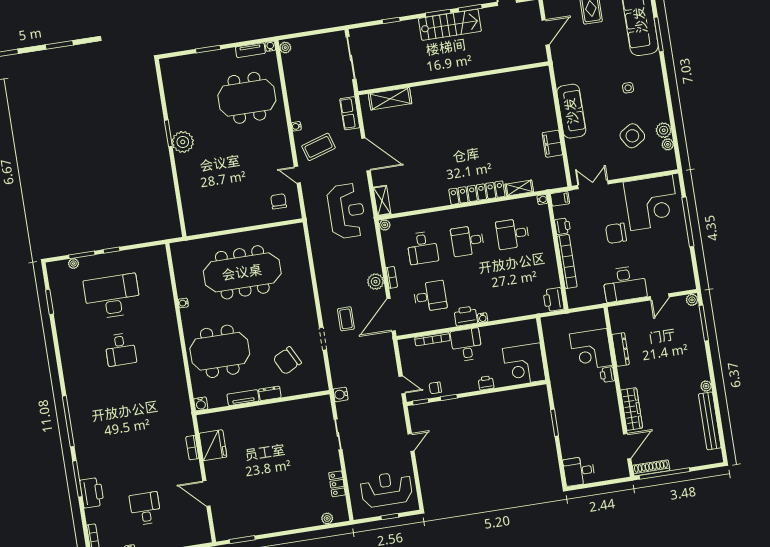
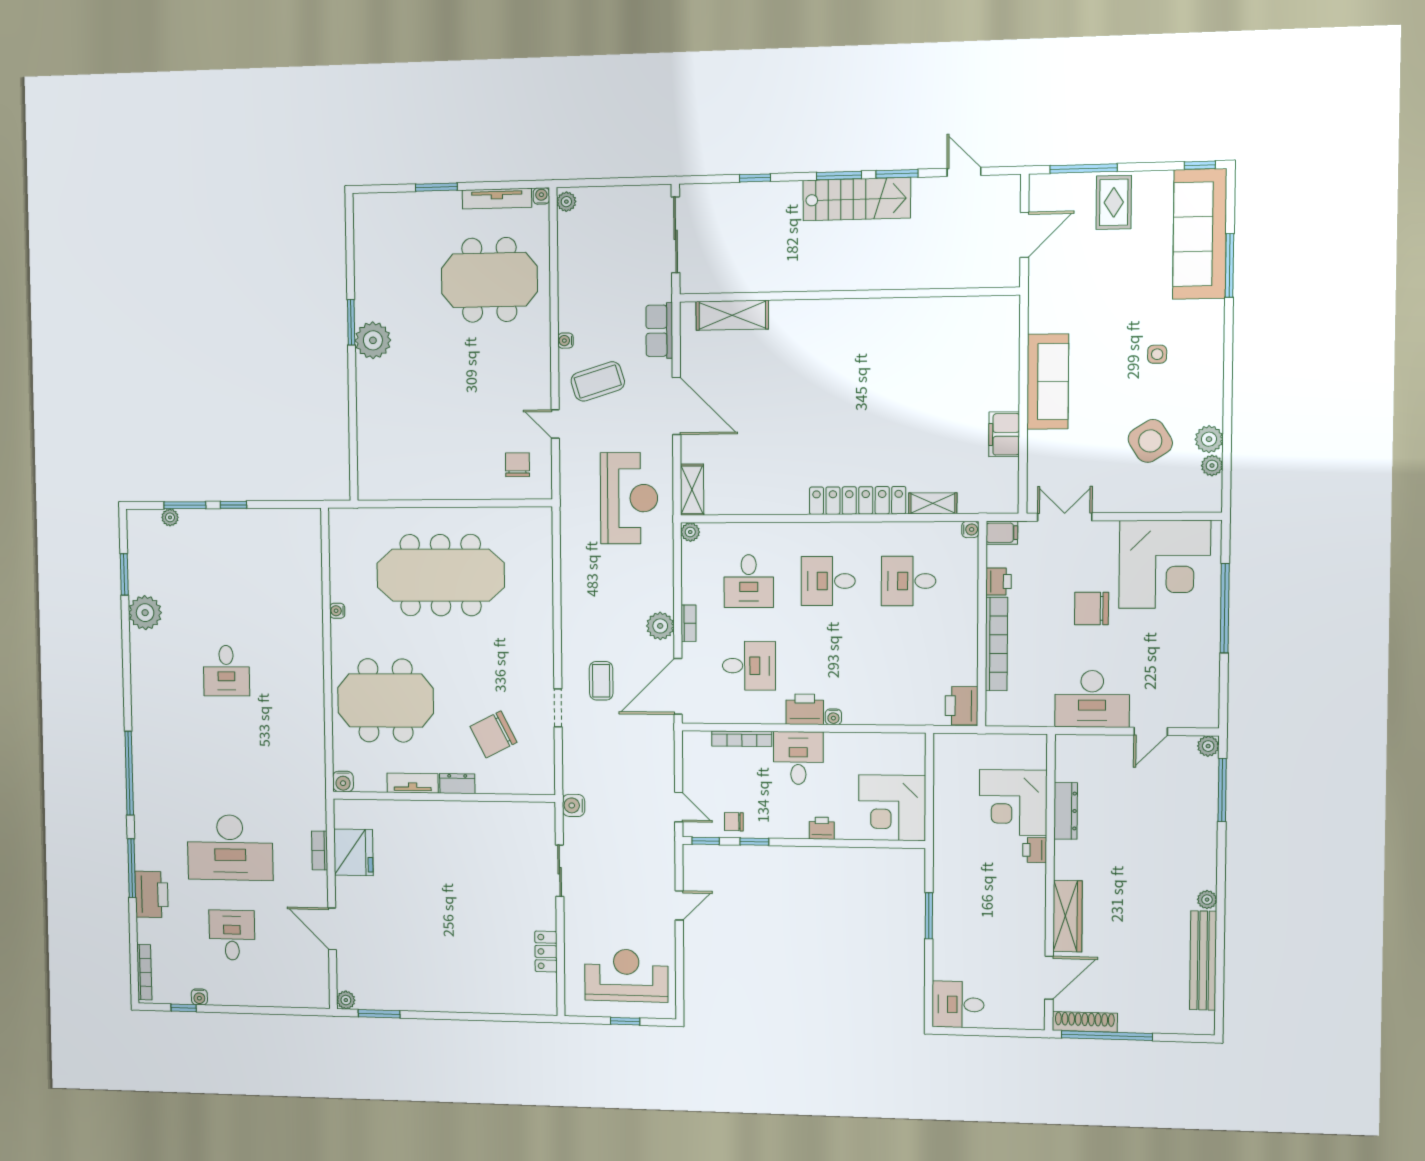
tv unit: (250, 50) -> (497, 199), width x1.41
desk: (112, 296) -> (230, 848), moved, turned 180
plant: (66, 323) -> (145, 613), added
plant: (327, 518) -> (346, 1000), moved

